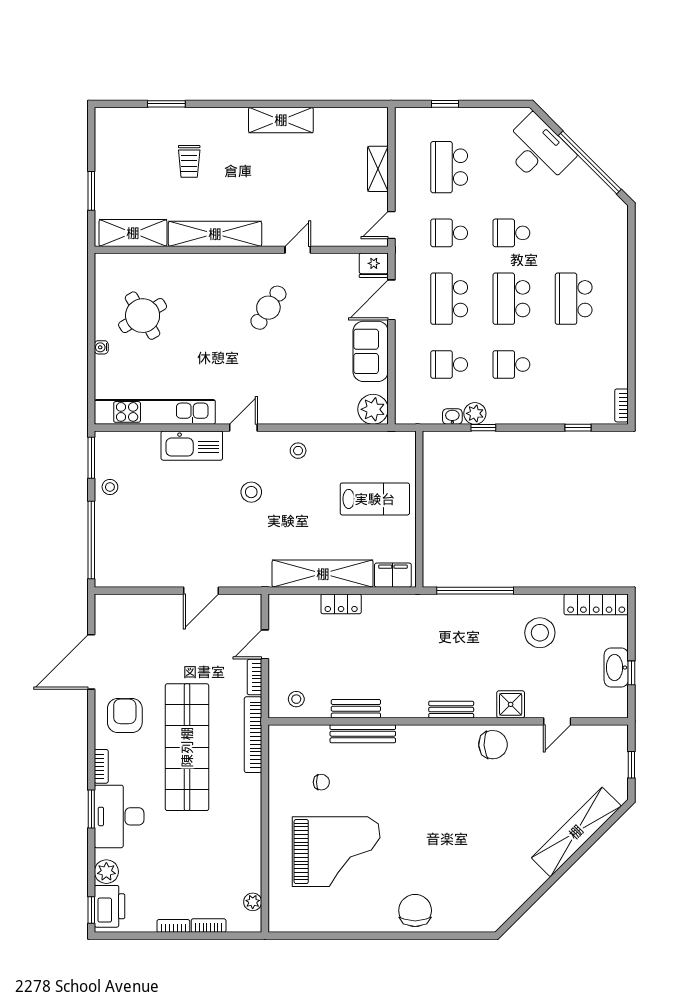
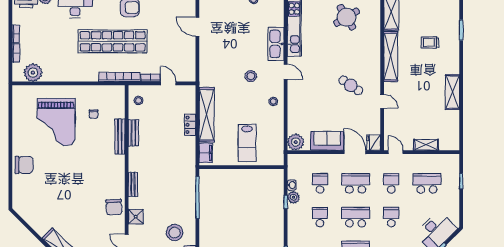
door: (201, 591) -> (197, 27), moved
plant: (253, 902) -> (33, 73), width x1.88, depth x1.88

